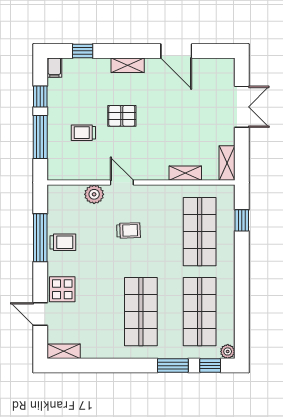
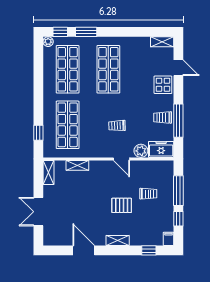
freezer: (65, 196) -> (161, 149), added

